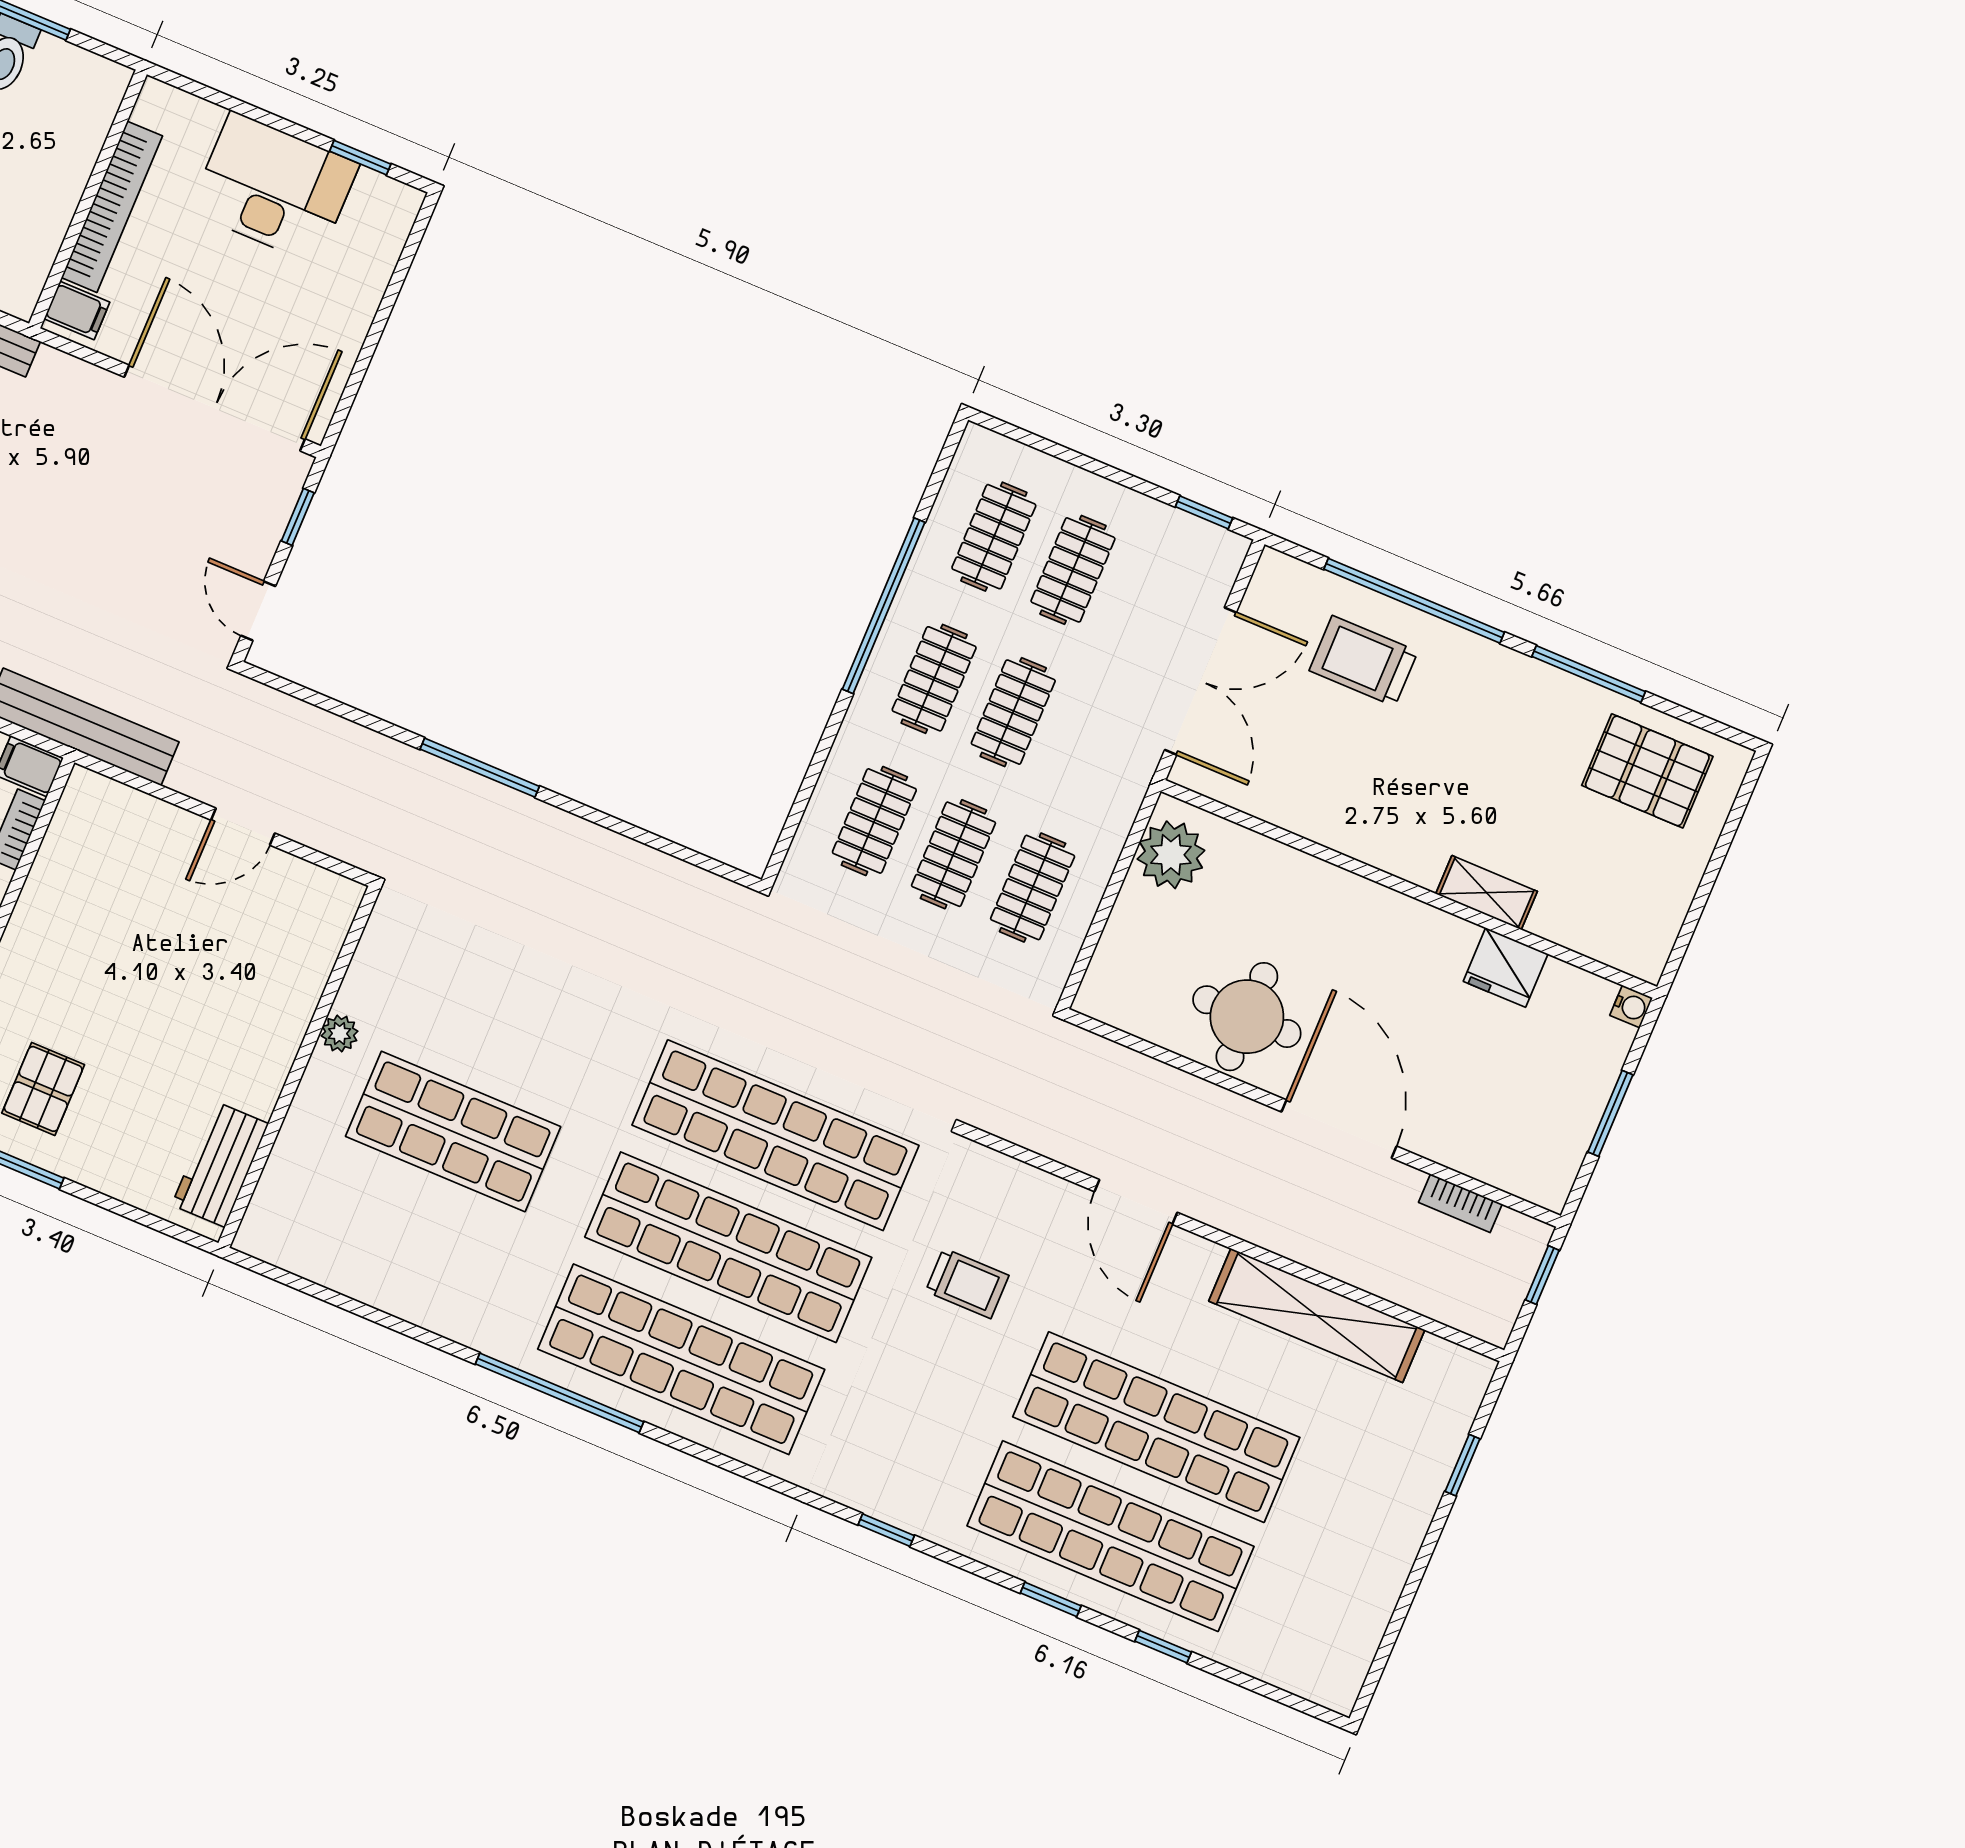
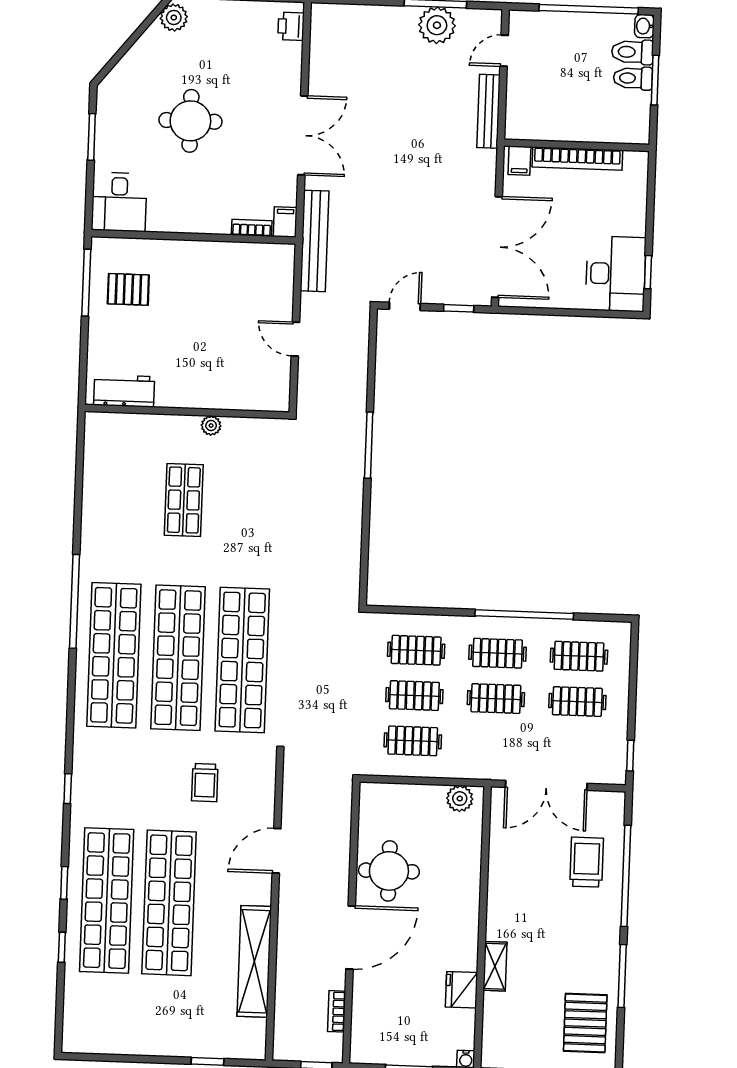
desk: (274, 188) -> (616, 274), moved
plant: (1171, 855) -> (460, 799), width x0.73, depth x0.73
shop shelf: (453, 1132) -> (184, 500), width x0.70, depth x0.74

